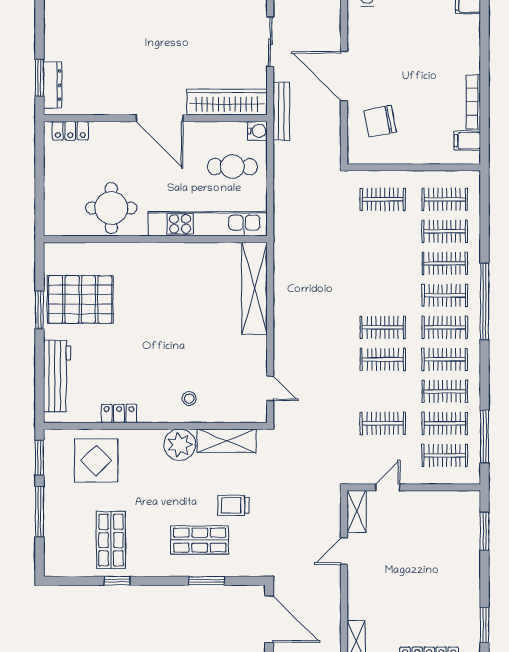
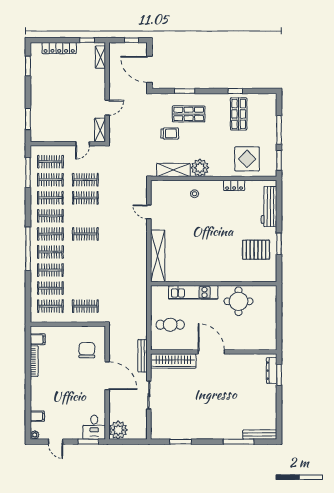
chair: (380, 121) -> (87, 350), turned -79
locker: (70, 131) -> (262, 345), removed
water cooler: (257, 131) -> (156, 345), removed
kitchen unit: (207, 224) -> (193, 292), width x0.73
pallet: (80, 299) -> (256, 250), width x0.73, depth x0.71
clothes rail: (383, 359) -> (85, 198), moved
door: (270, 388) -> (149, 212), moved

